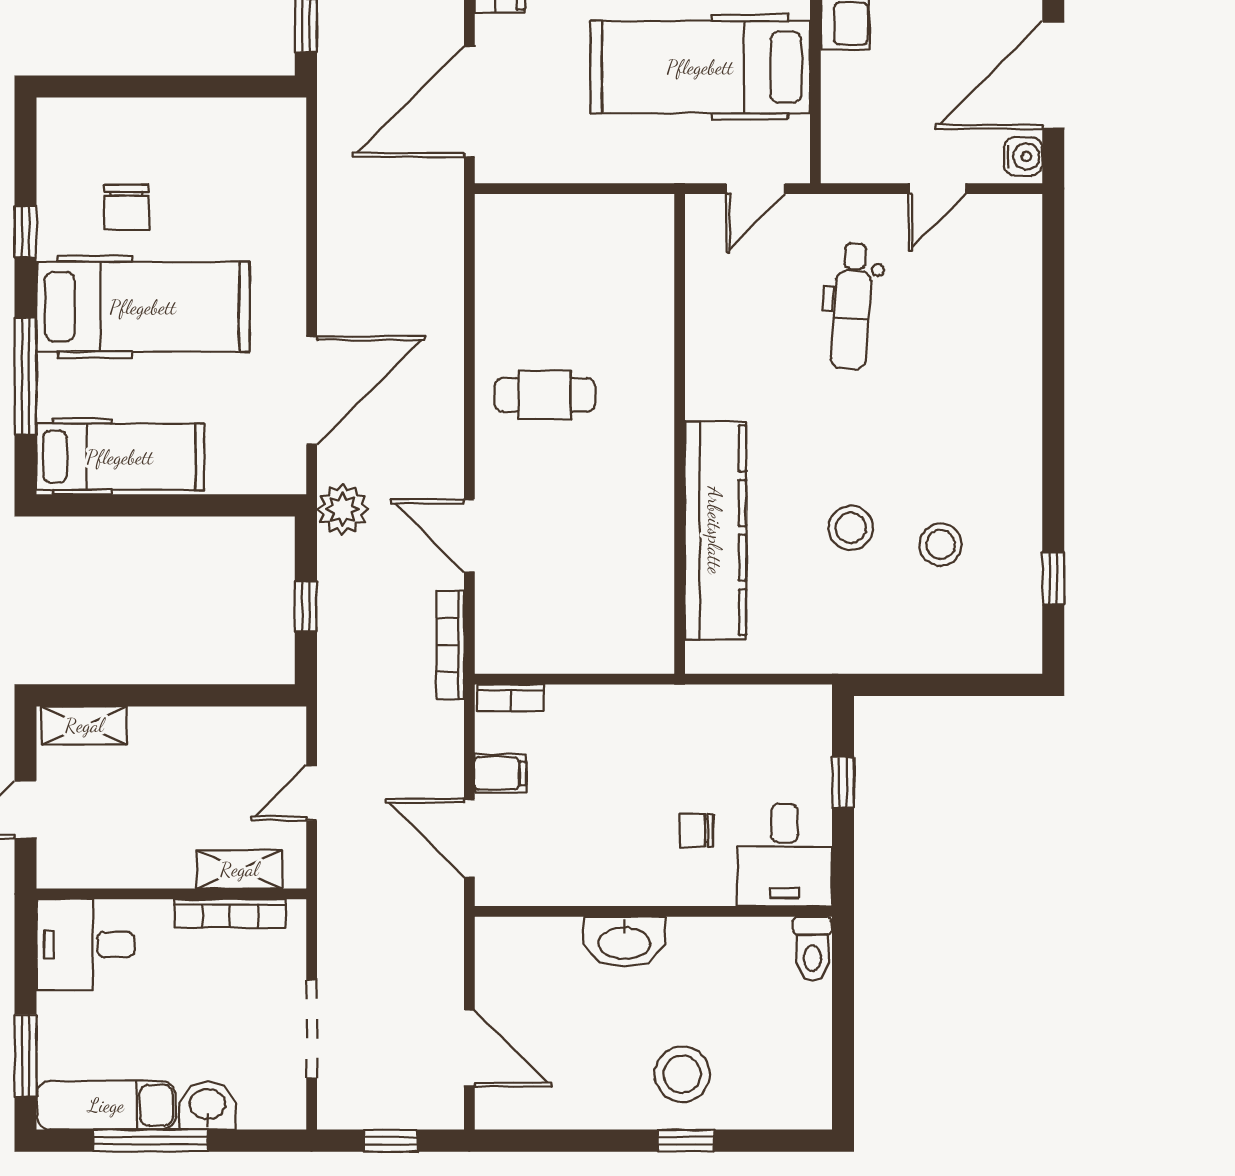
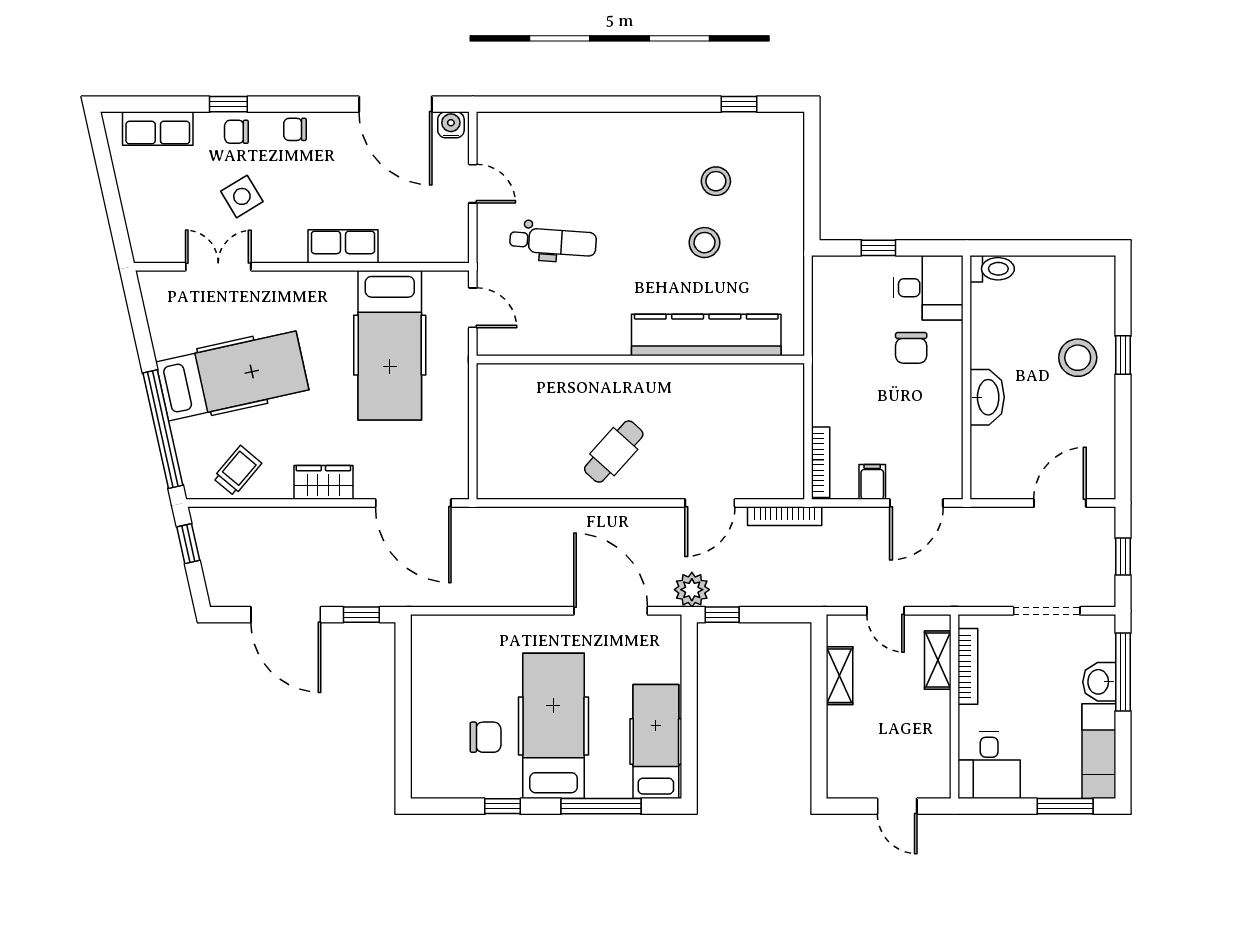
cafe table: (545, 395) -> (614, 452), turned 42
window: (306, 606) -> (722, 615), moved
bookcase: (510, 698) -> (821, 462), width x1.56
shelving: (84, 725) -> (840, 676), moved
chair: (697, 830) -> (911, 348), width x1.37, depth x1.37
window: (150, 1141) -> (1123, 672), moved

